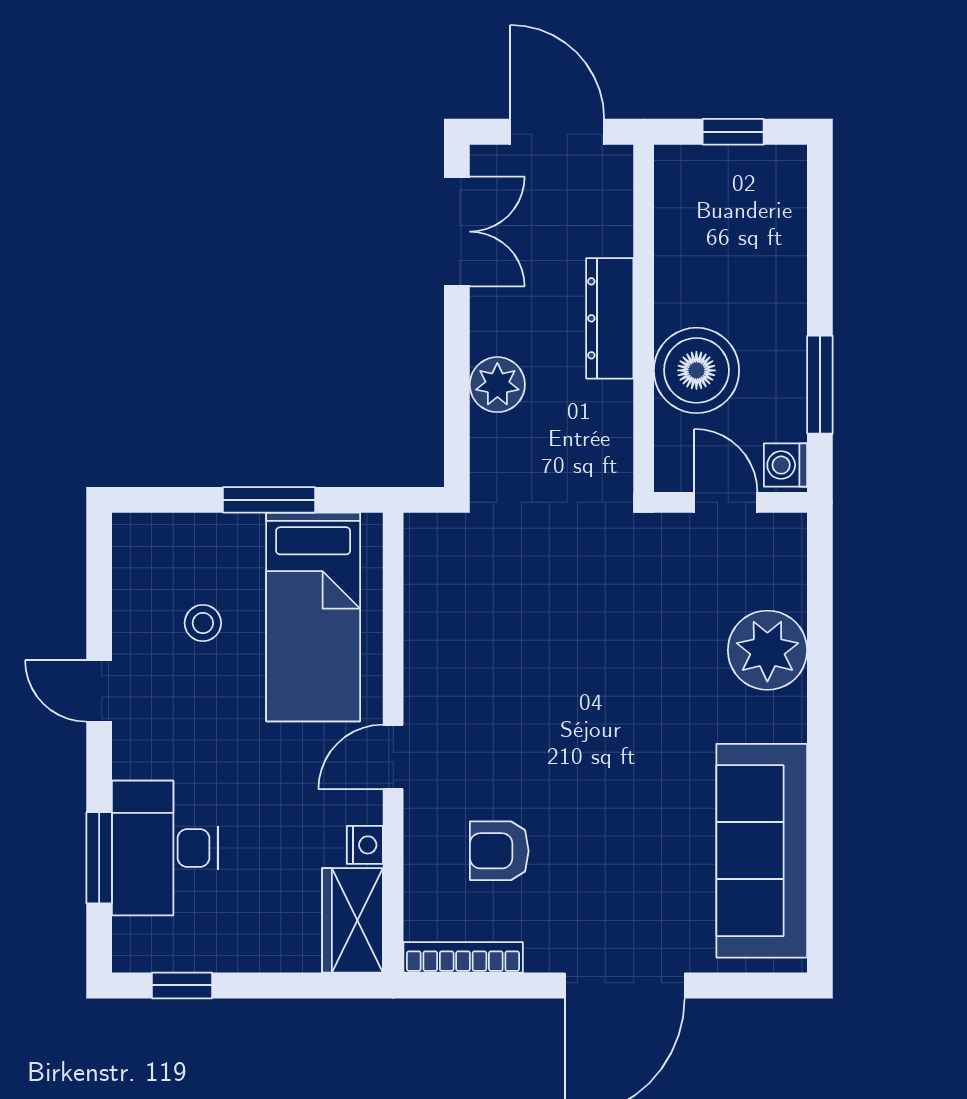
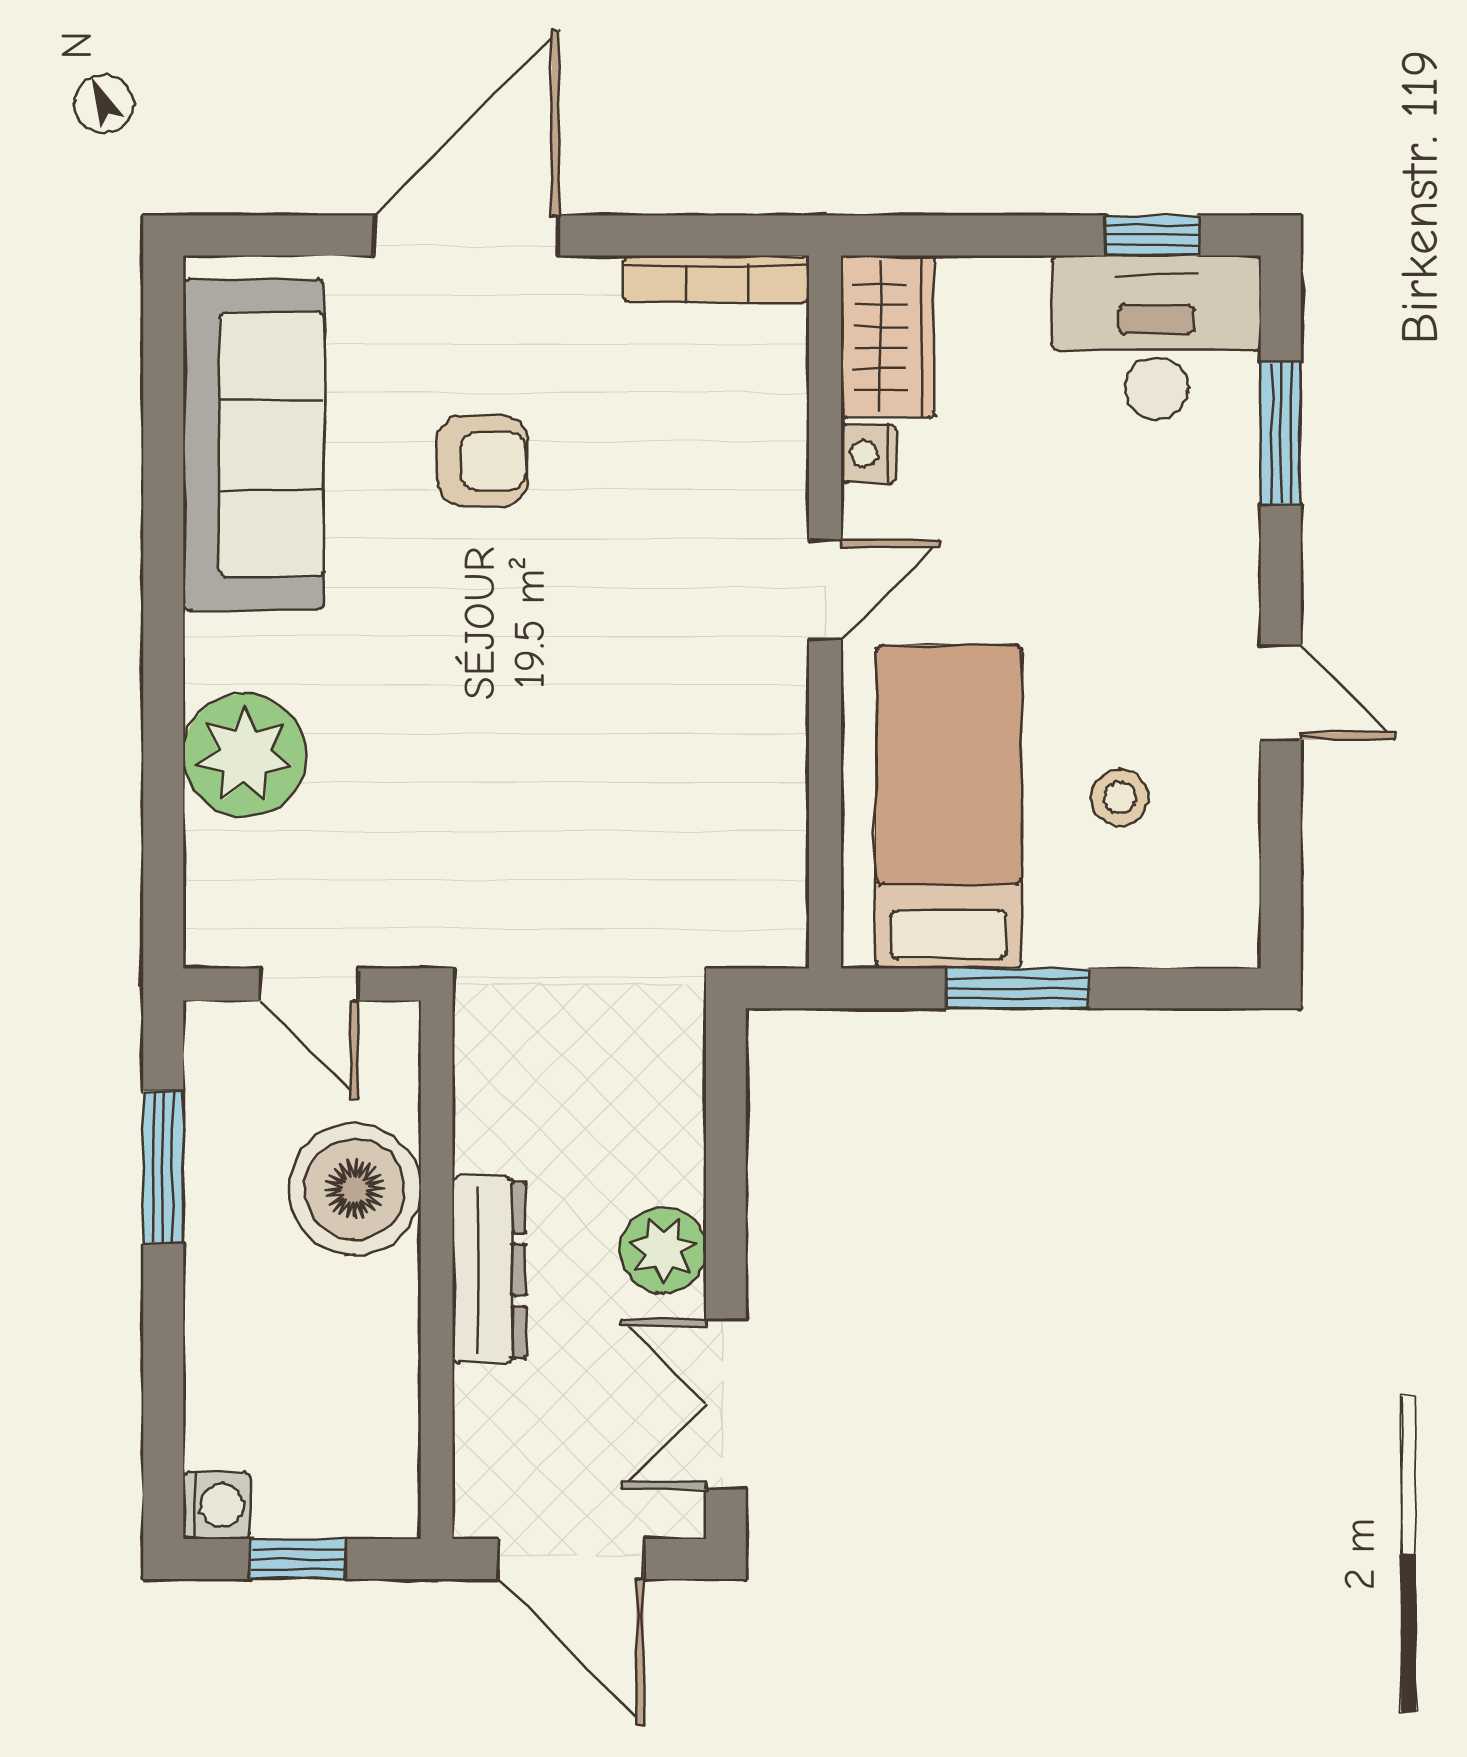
plant: (497, 385) -> (663, 1250), moved
washing machine: (785, 465) -> (217, 1506), moved
desk: (165, 848) -> (1156, 337), moved, turned -90
armchair: (499, 851) -> (482, 461), moved

